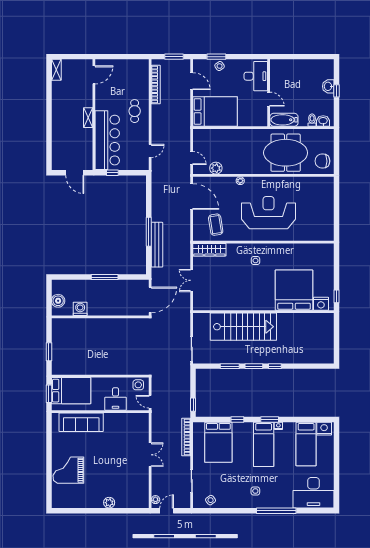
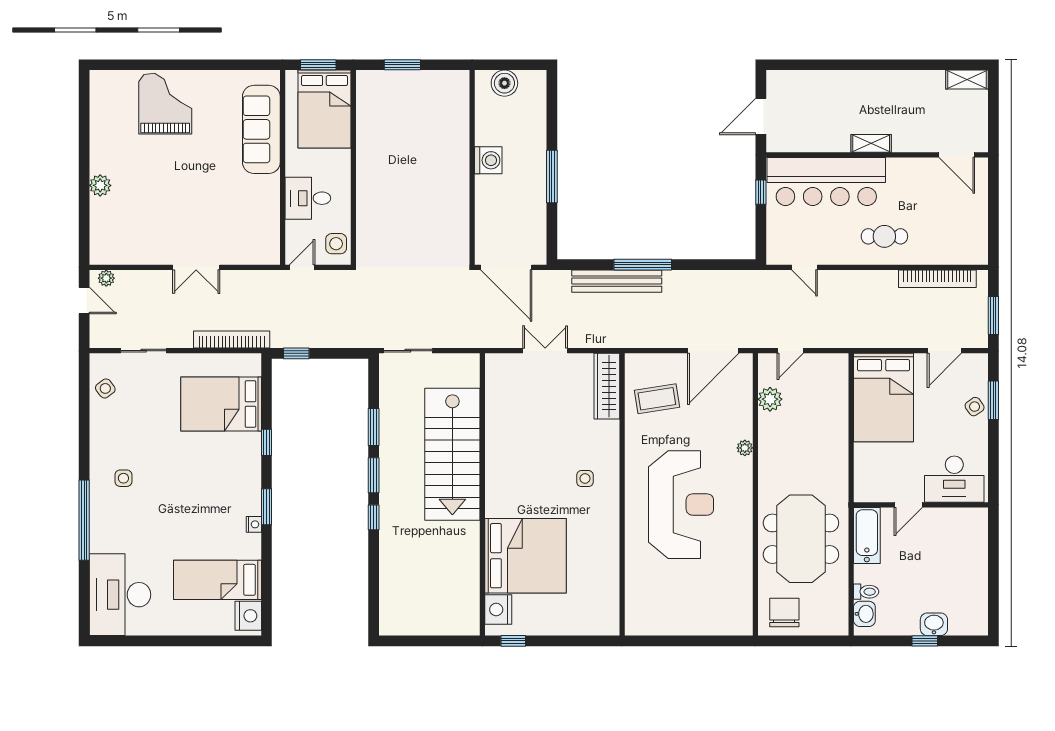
washing machine: (80, 309) -> (488, 160), moved
bed: (264, 444) -> (217, 495), removed

